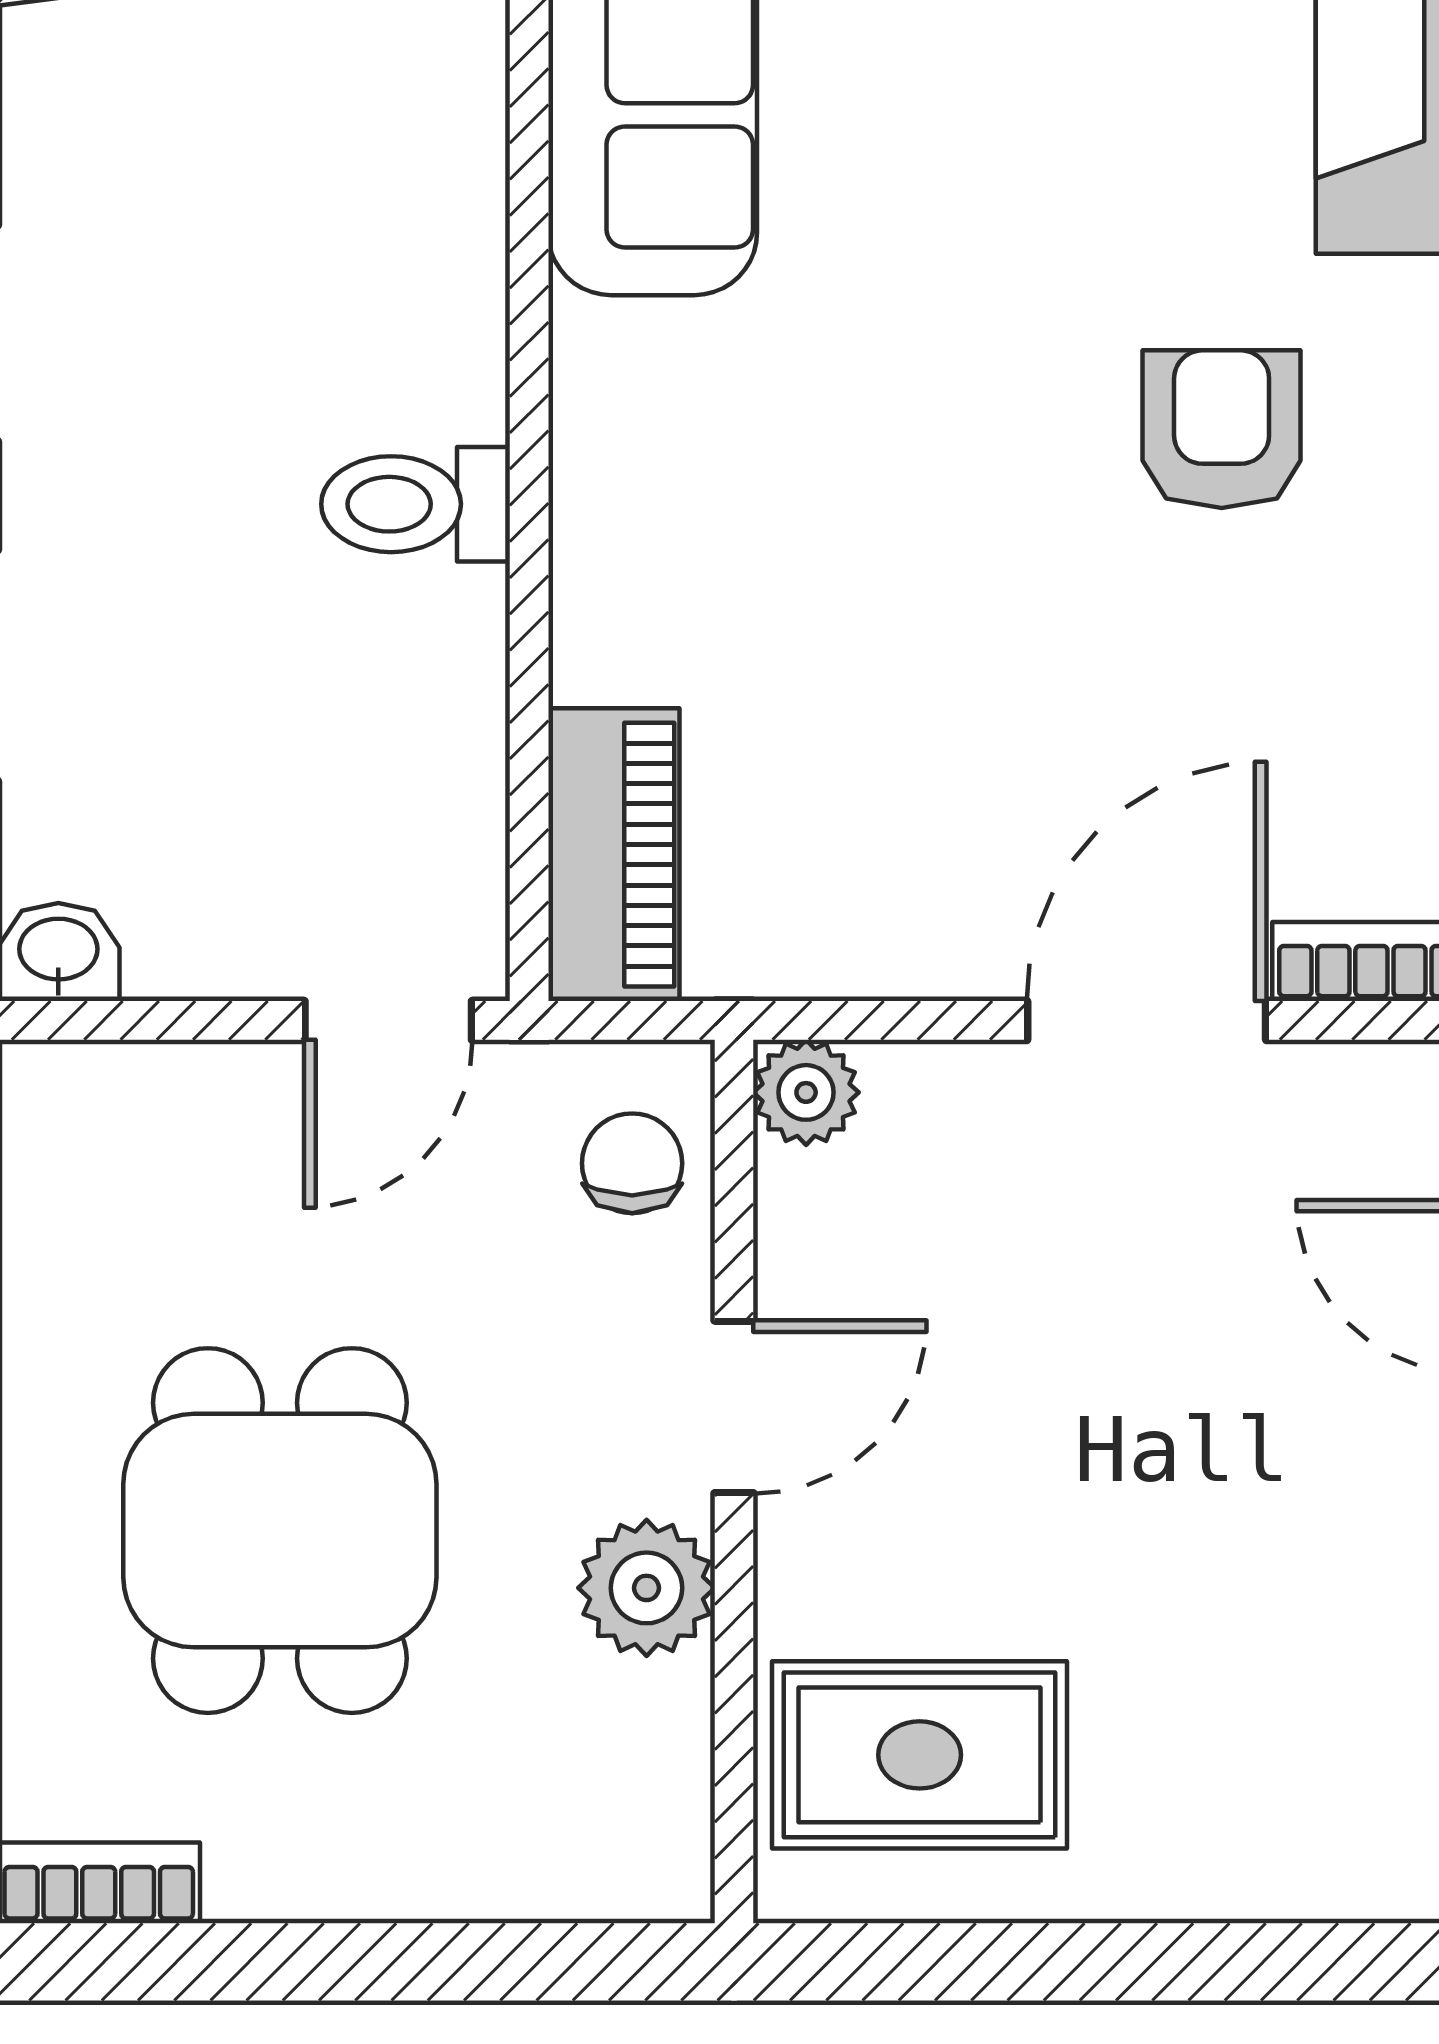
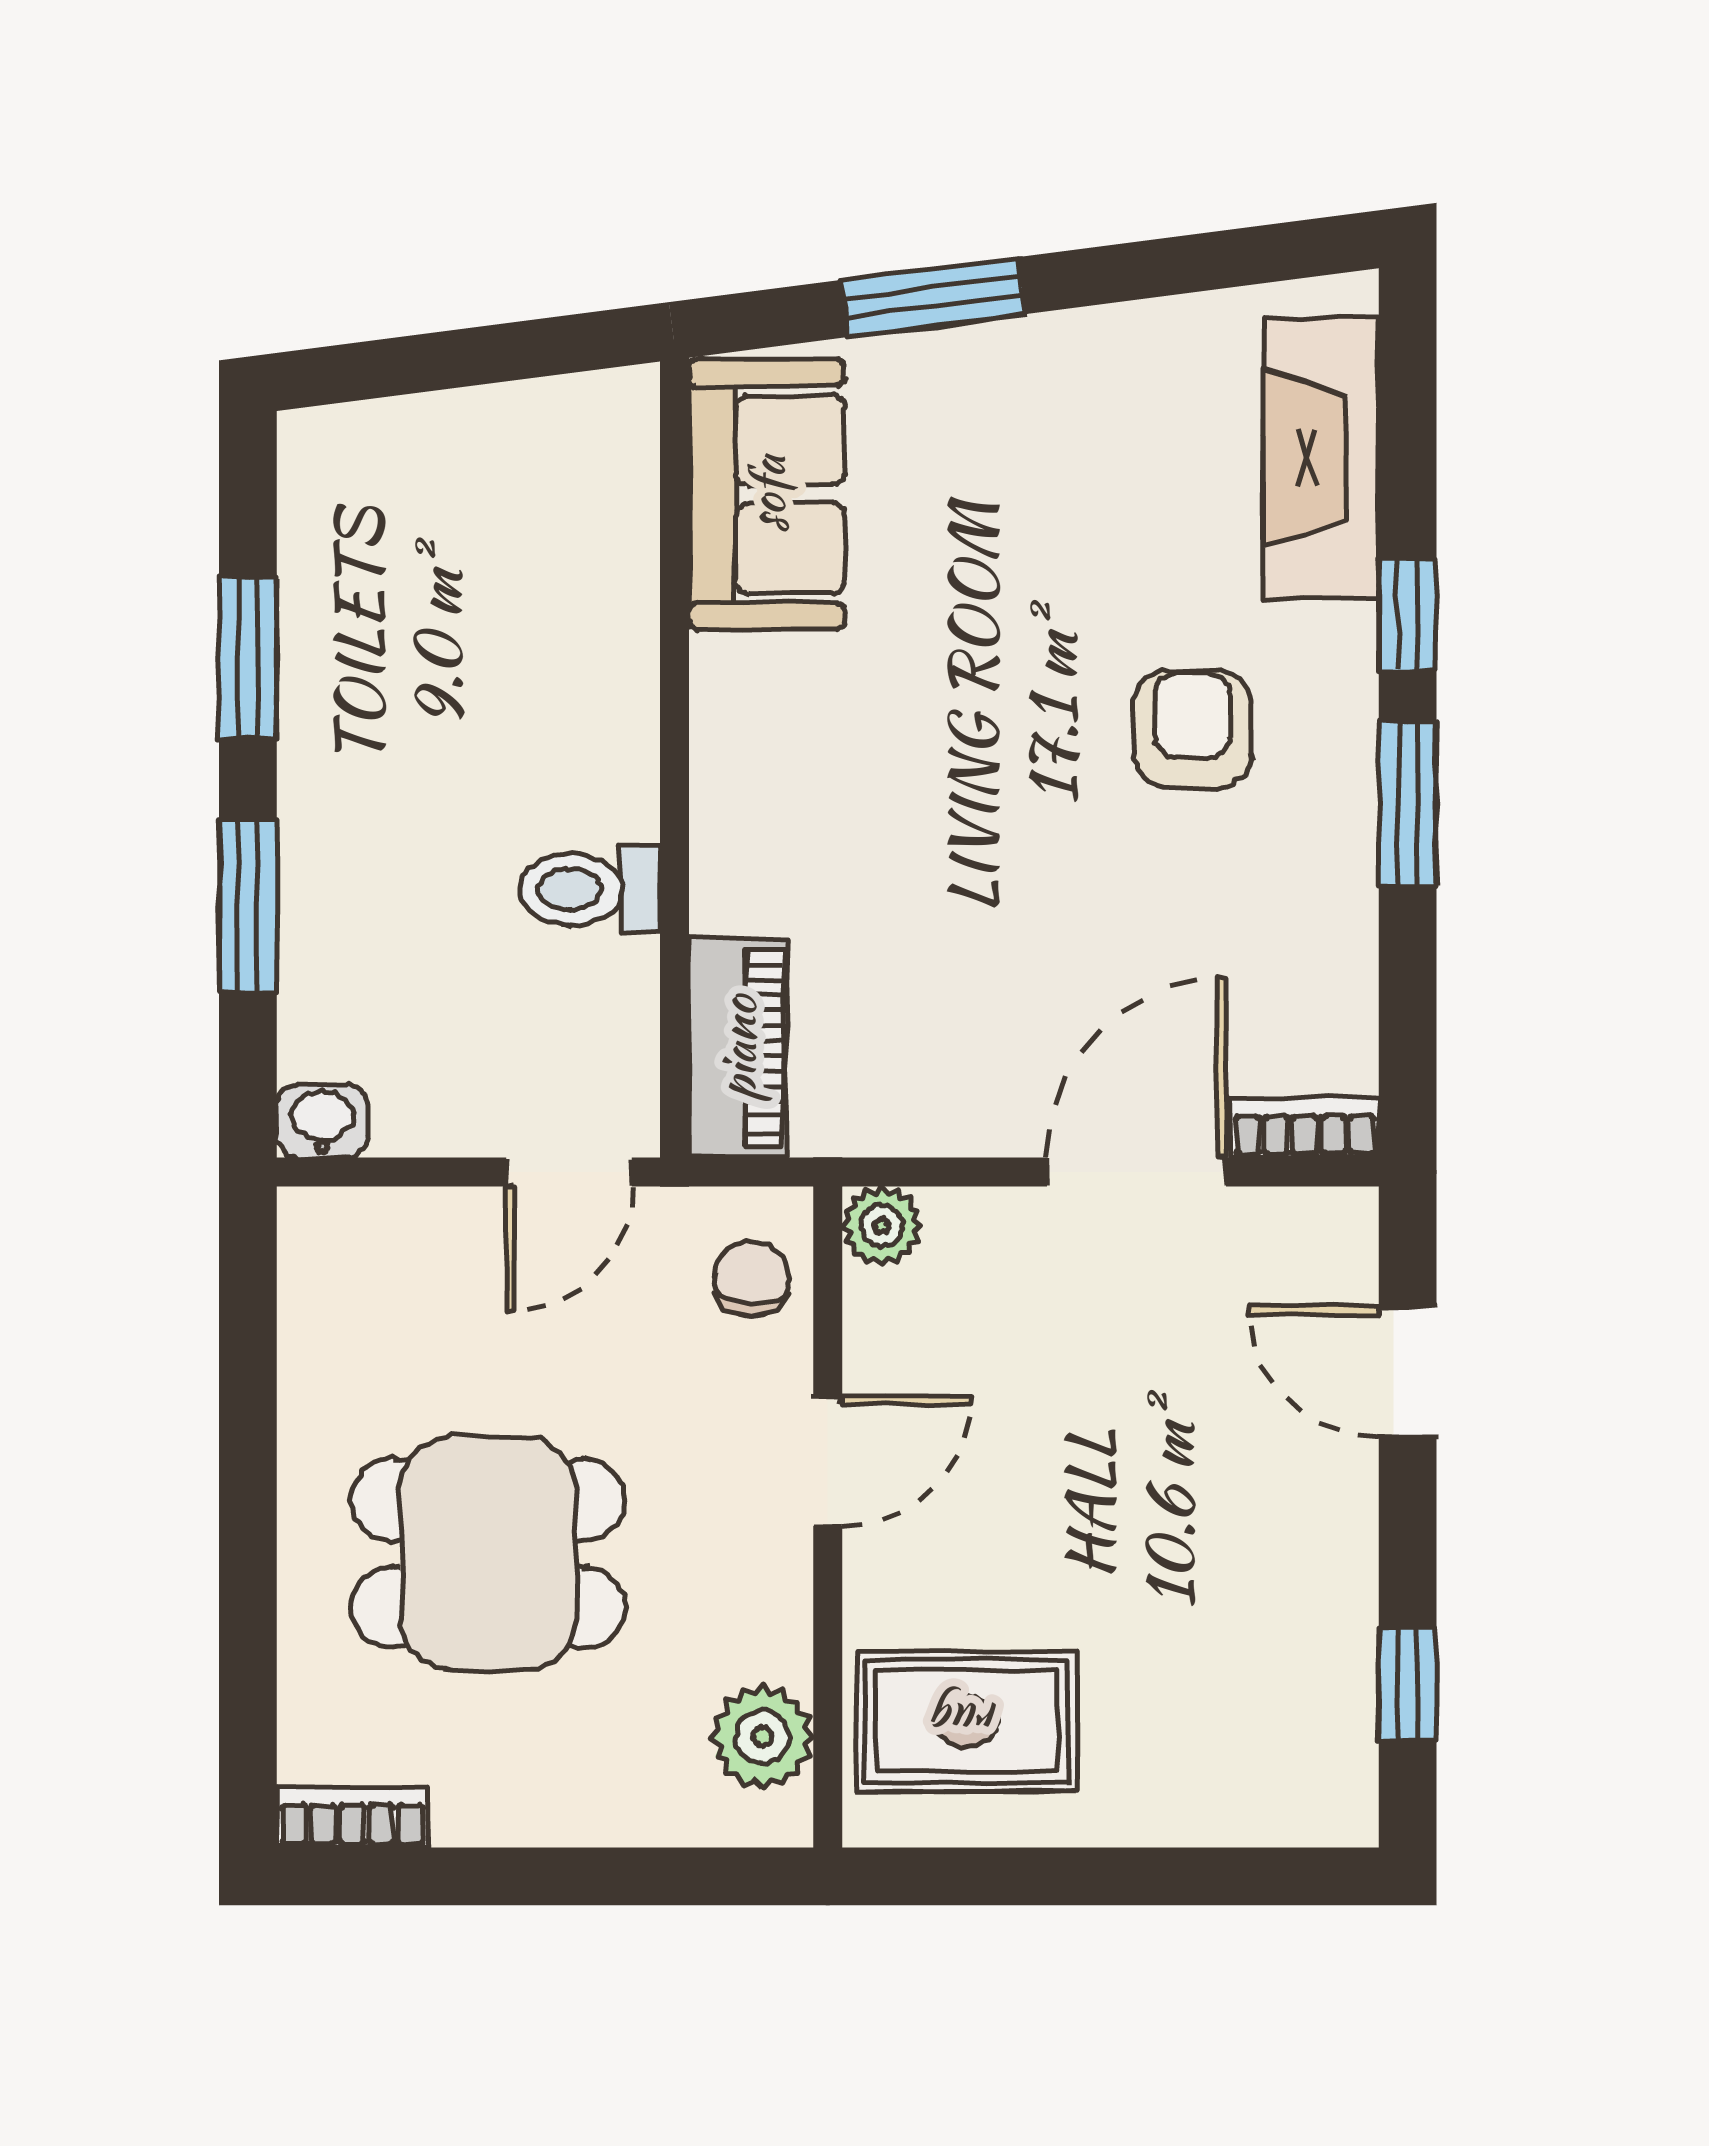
toilet: (416, 504) -> (589, 889), moved
dining table: (280, 1531) -> (488, 1554), turned 90
plant: (647, 1588) -> (762, 1737), moved

